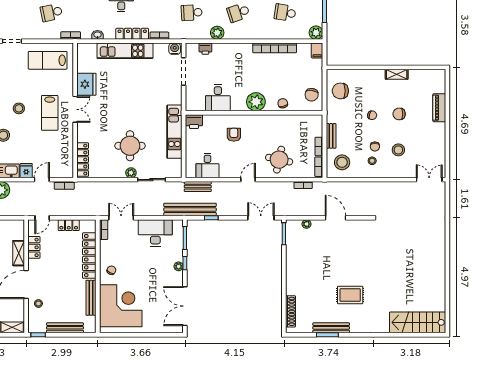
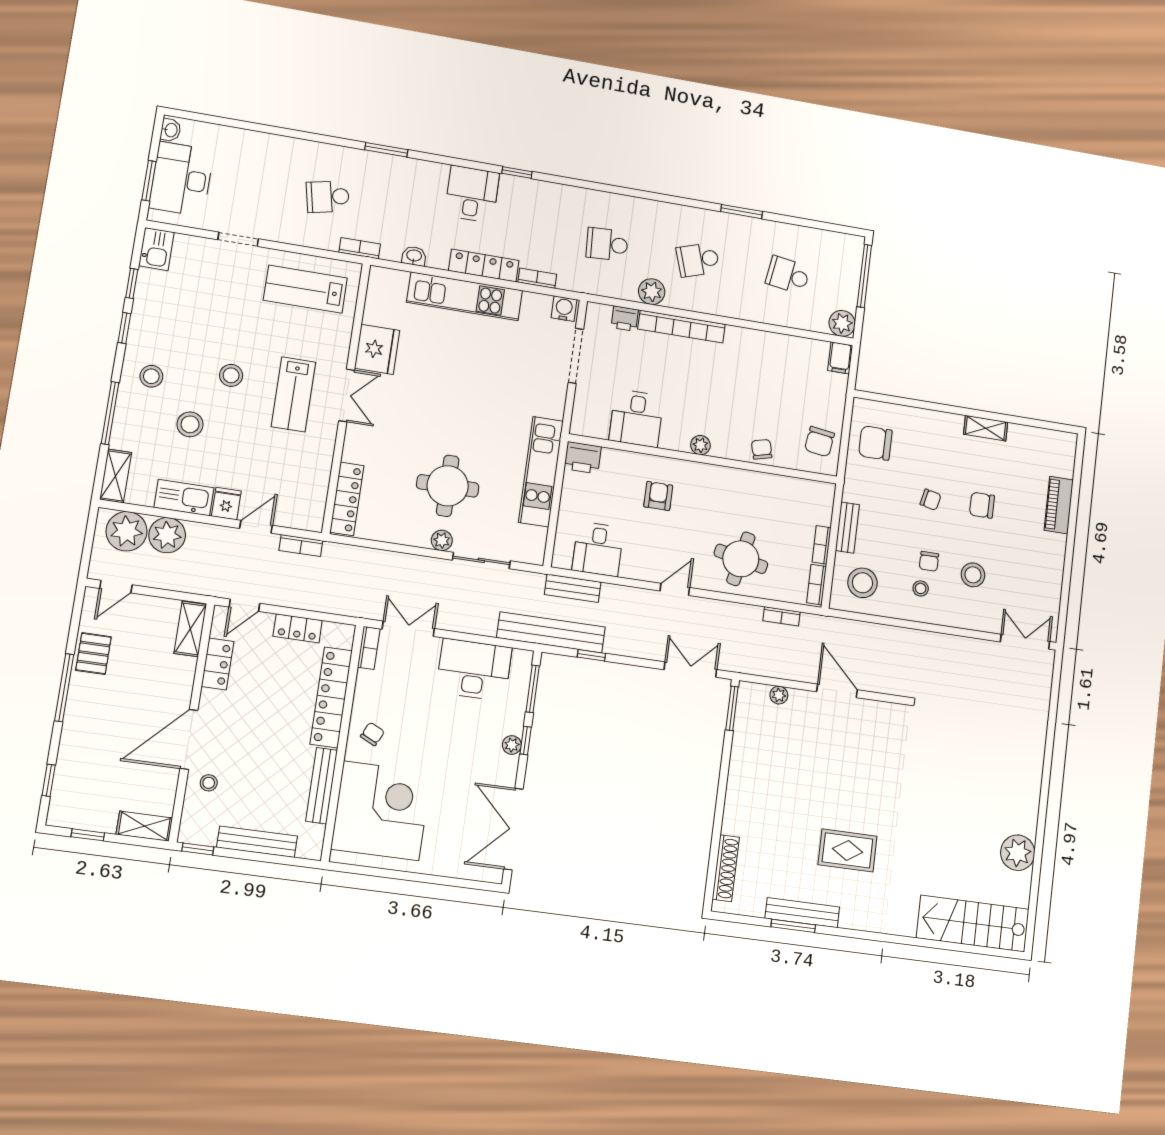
bookcase: (275, 48) -> (682, 327), moved
plant: (256, 102) -> (700, 445), width x0.53, depth x0.53
shelving: (19, 253) -> (190, 629), moved
plant: (437, 285) -> (1018, 853), added

